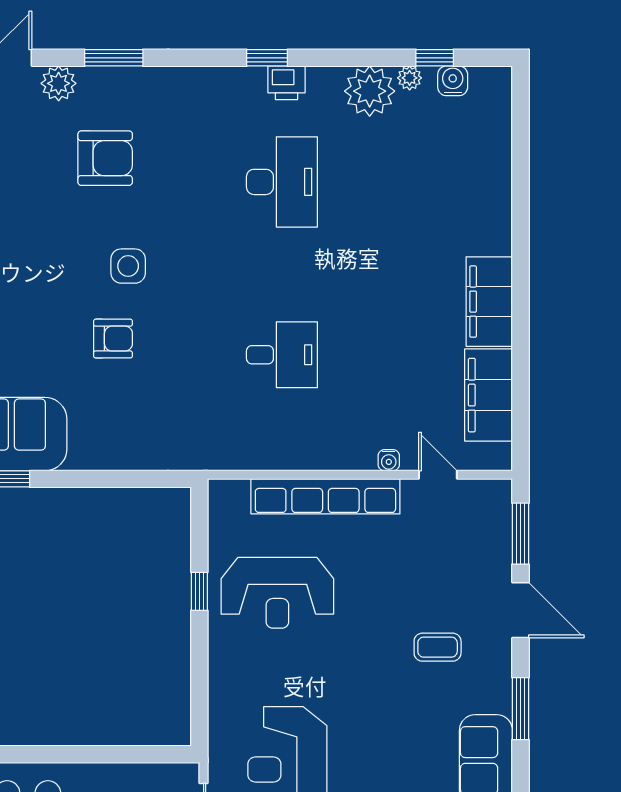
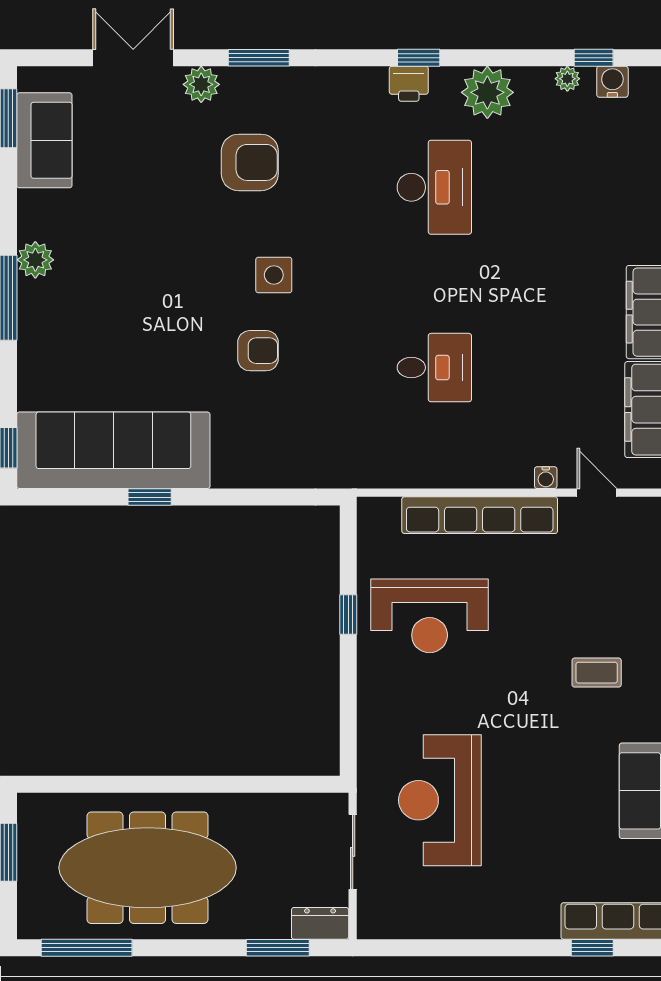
printer: (286, 83) -> (409, 84), moved
plant: (370, 91) -> (487, 92), moved

